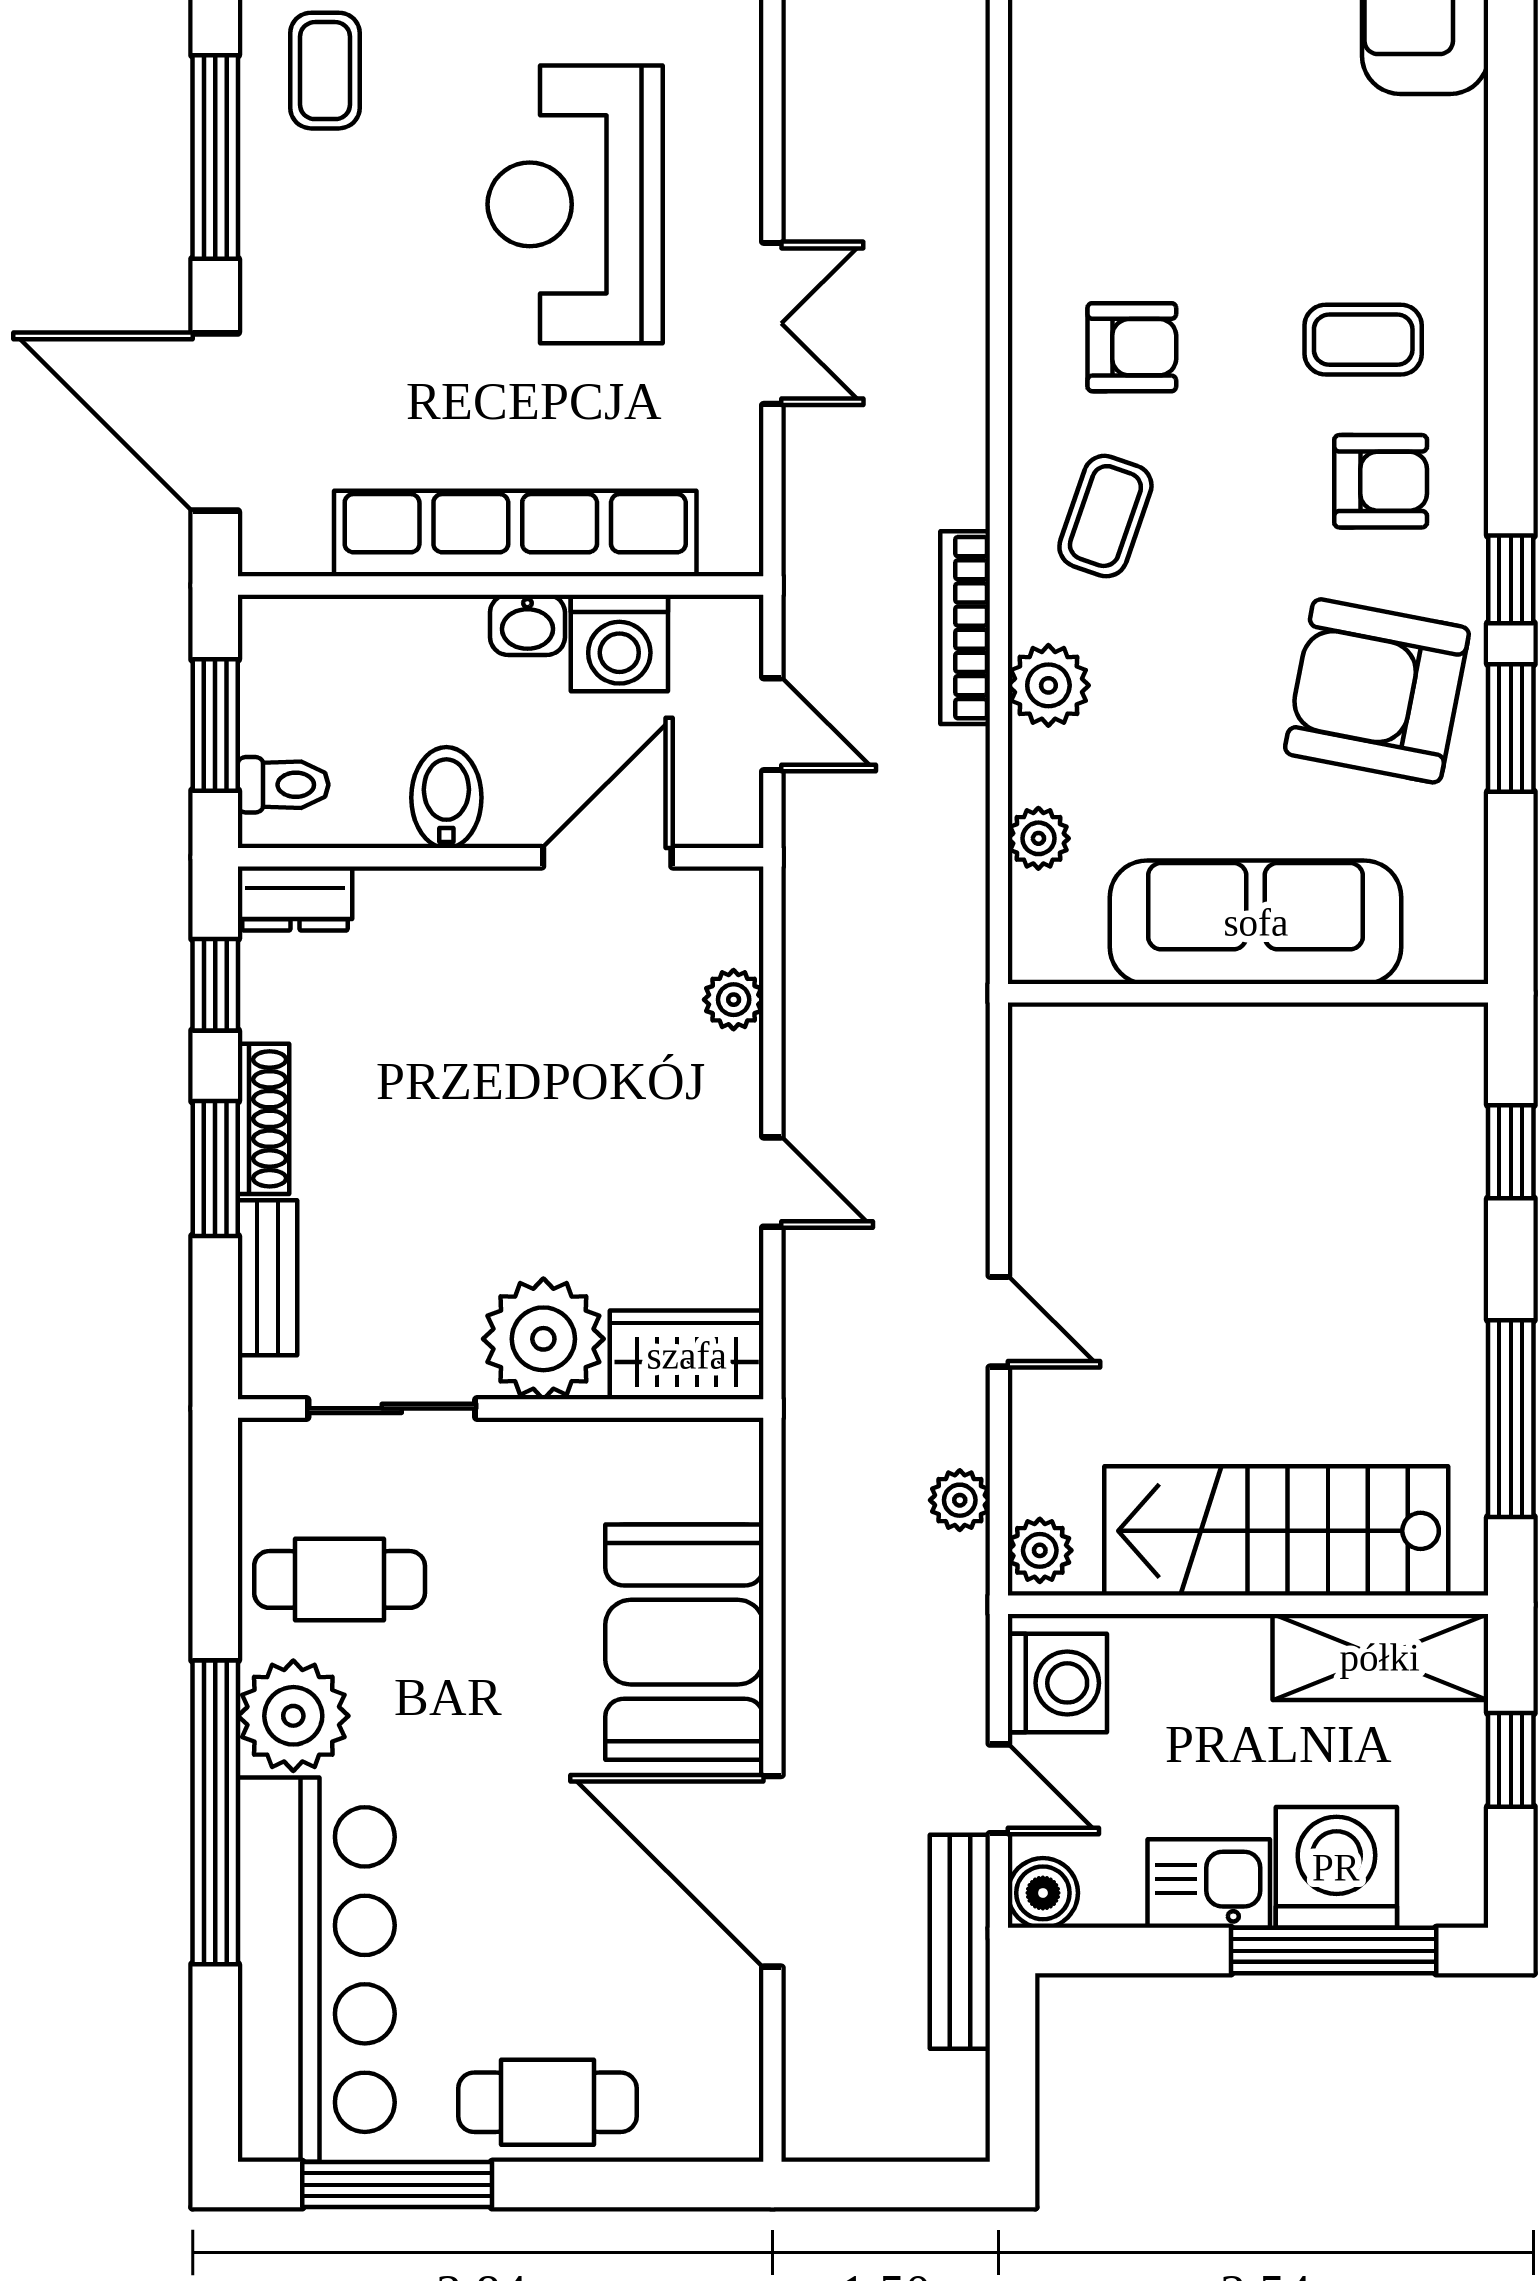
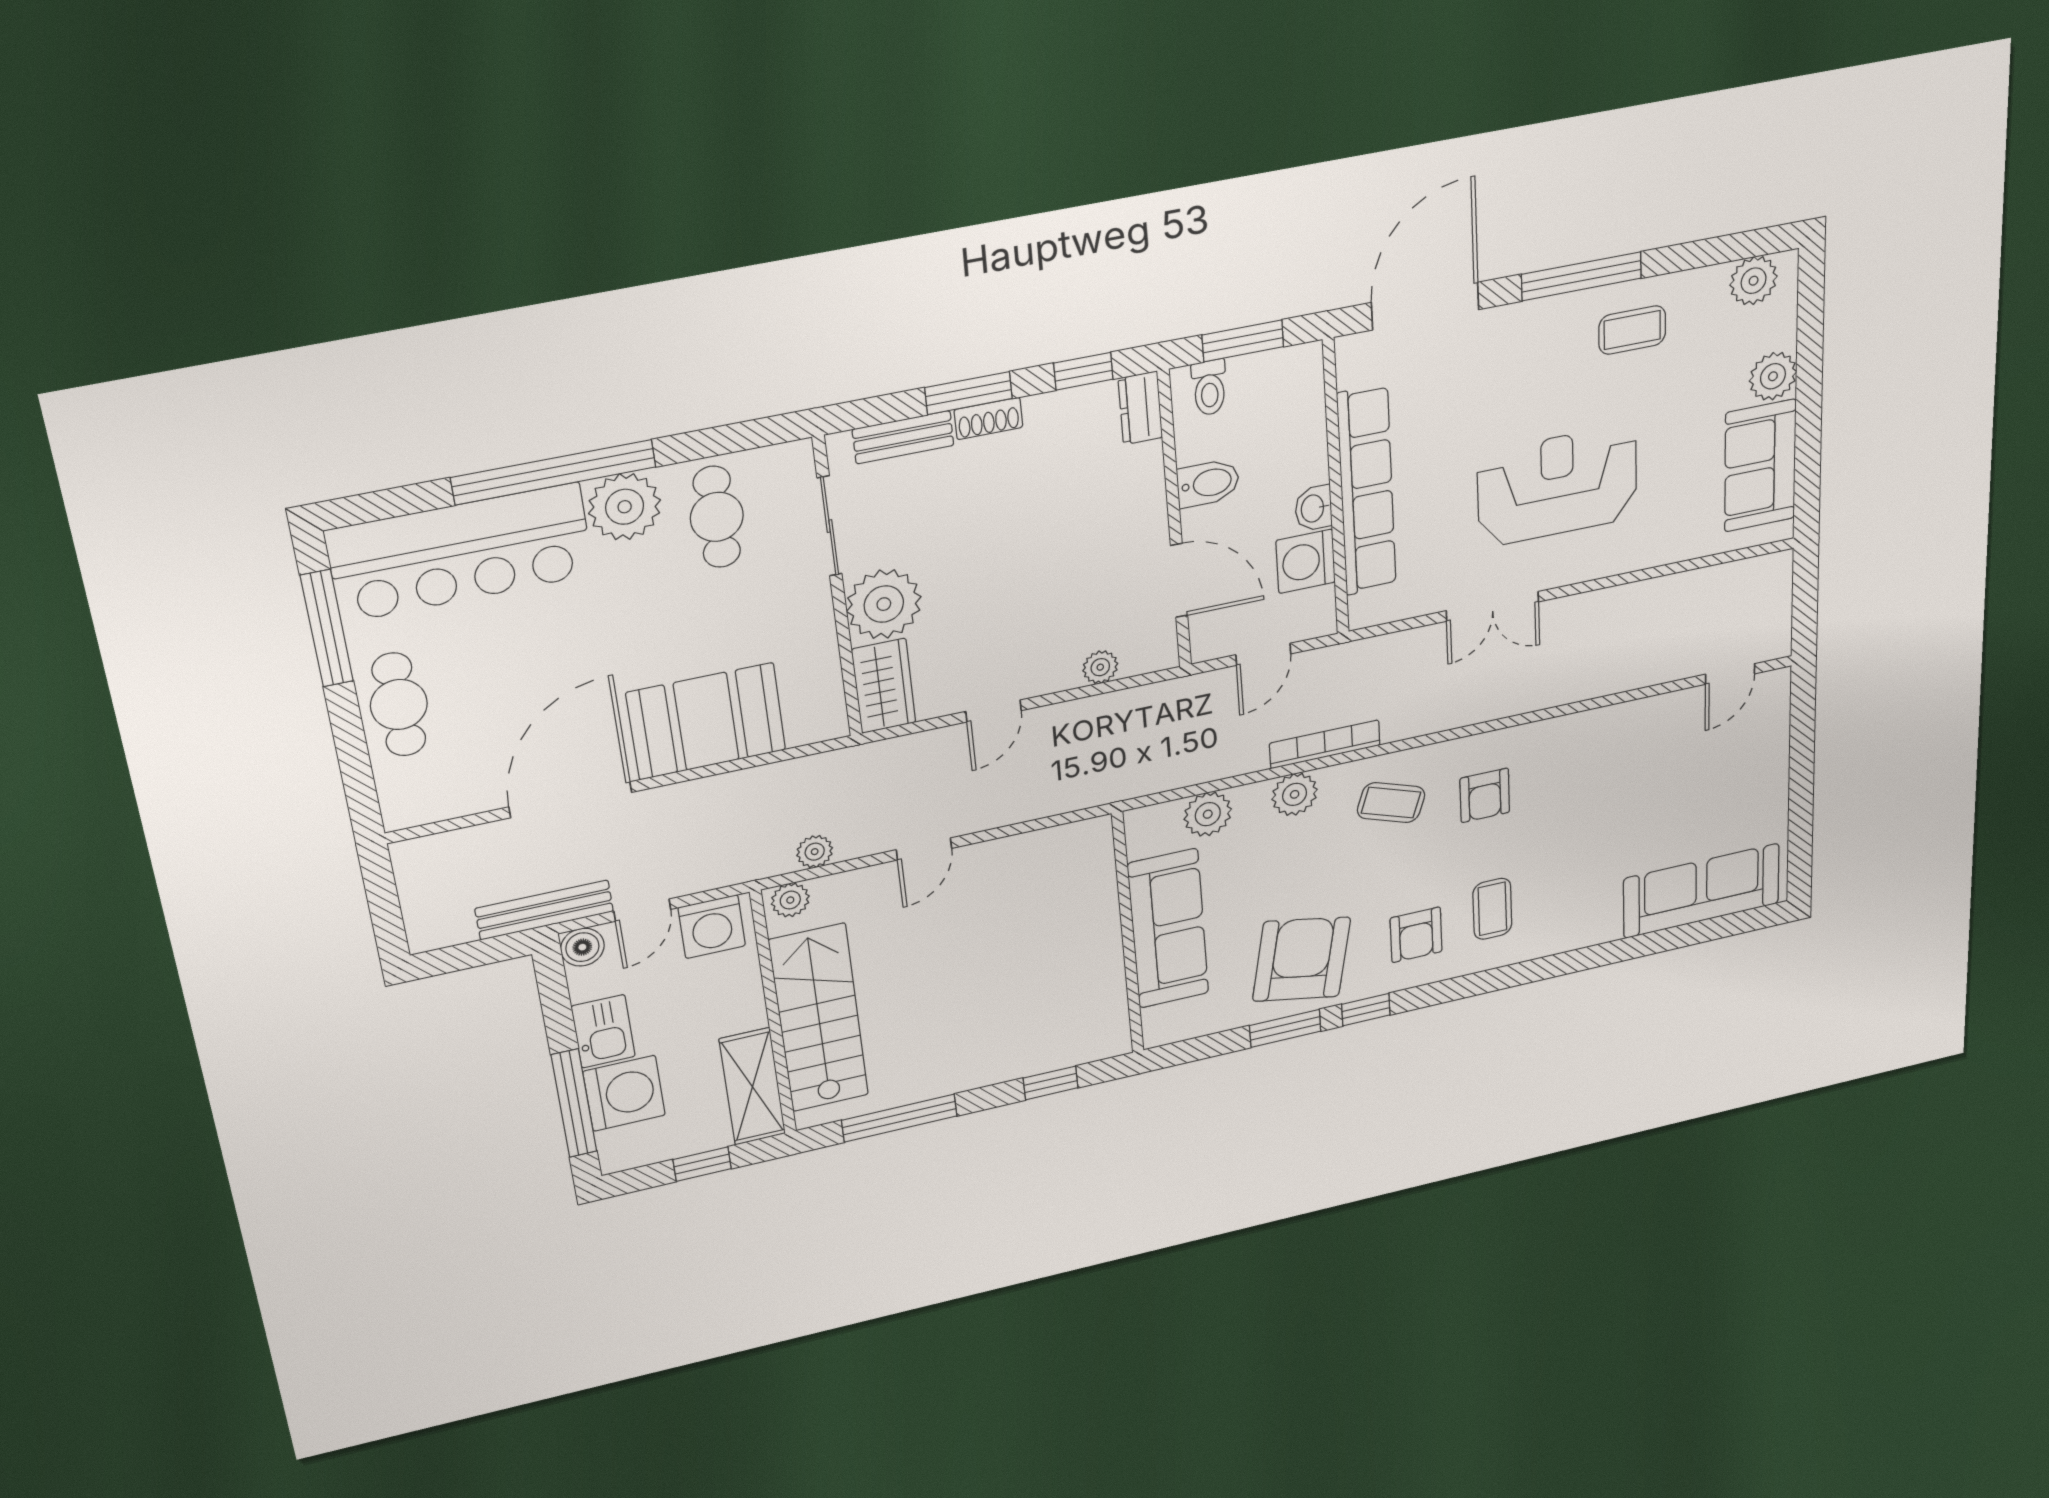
plant: (1038, 838) -> (1208, 814), width x1.38, depth x1.38
shoe rack: (263, 1119) -> (988, 418), width x0.70

